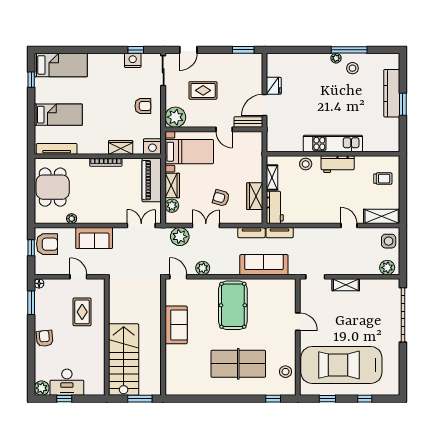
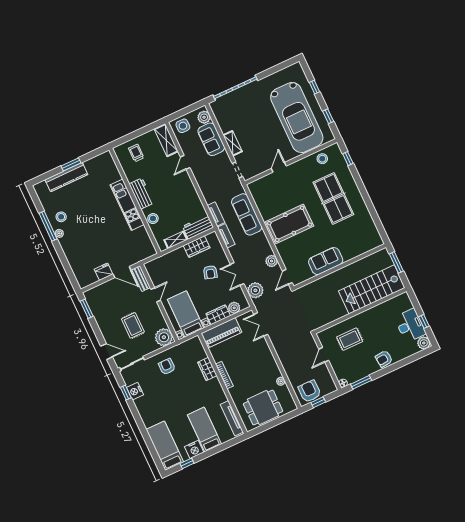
nightstand: (152, 146) -> (194, 450), moved, turned 90
sofa: (94, 238) -> (211, 139), moved, turned 180

